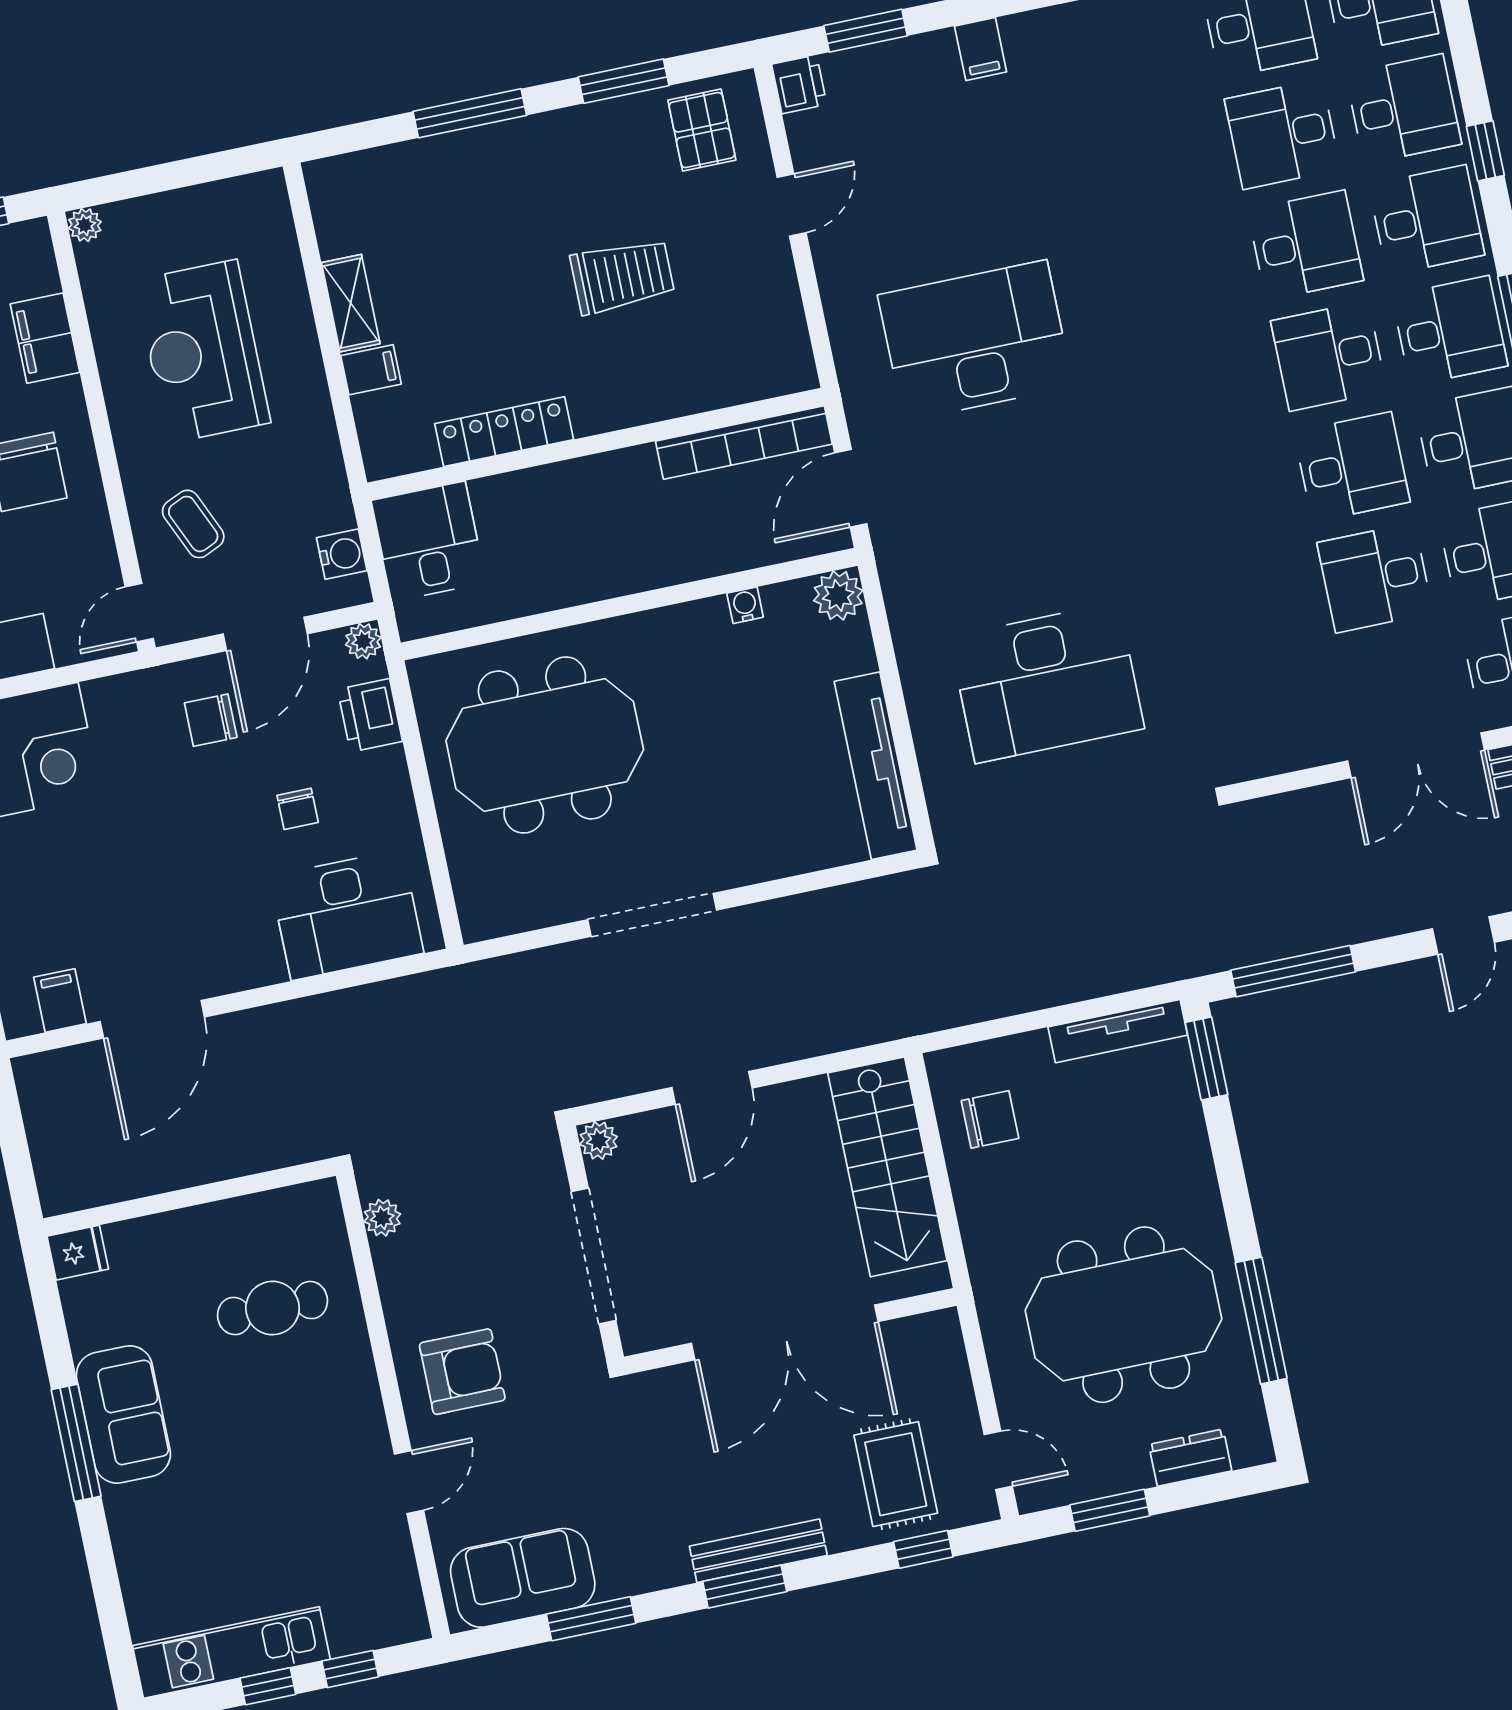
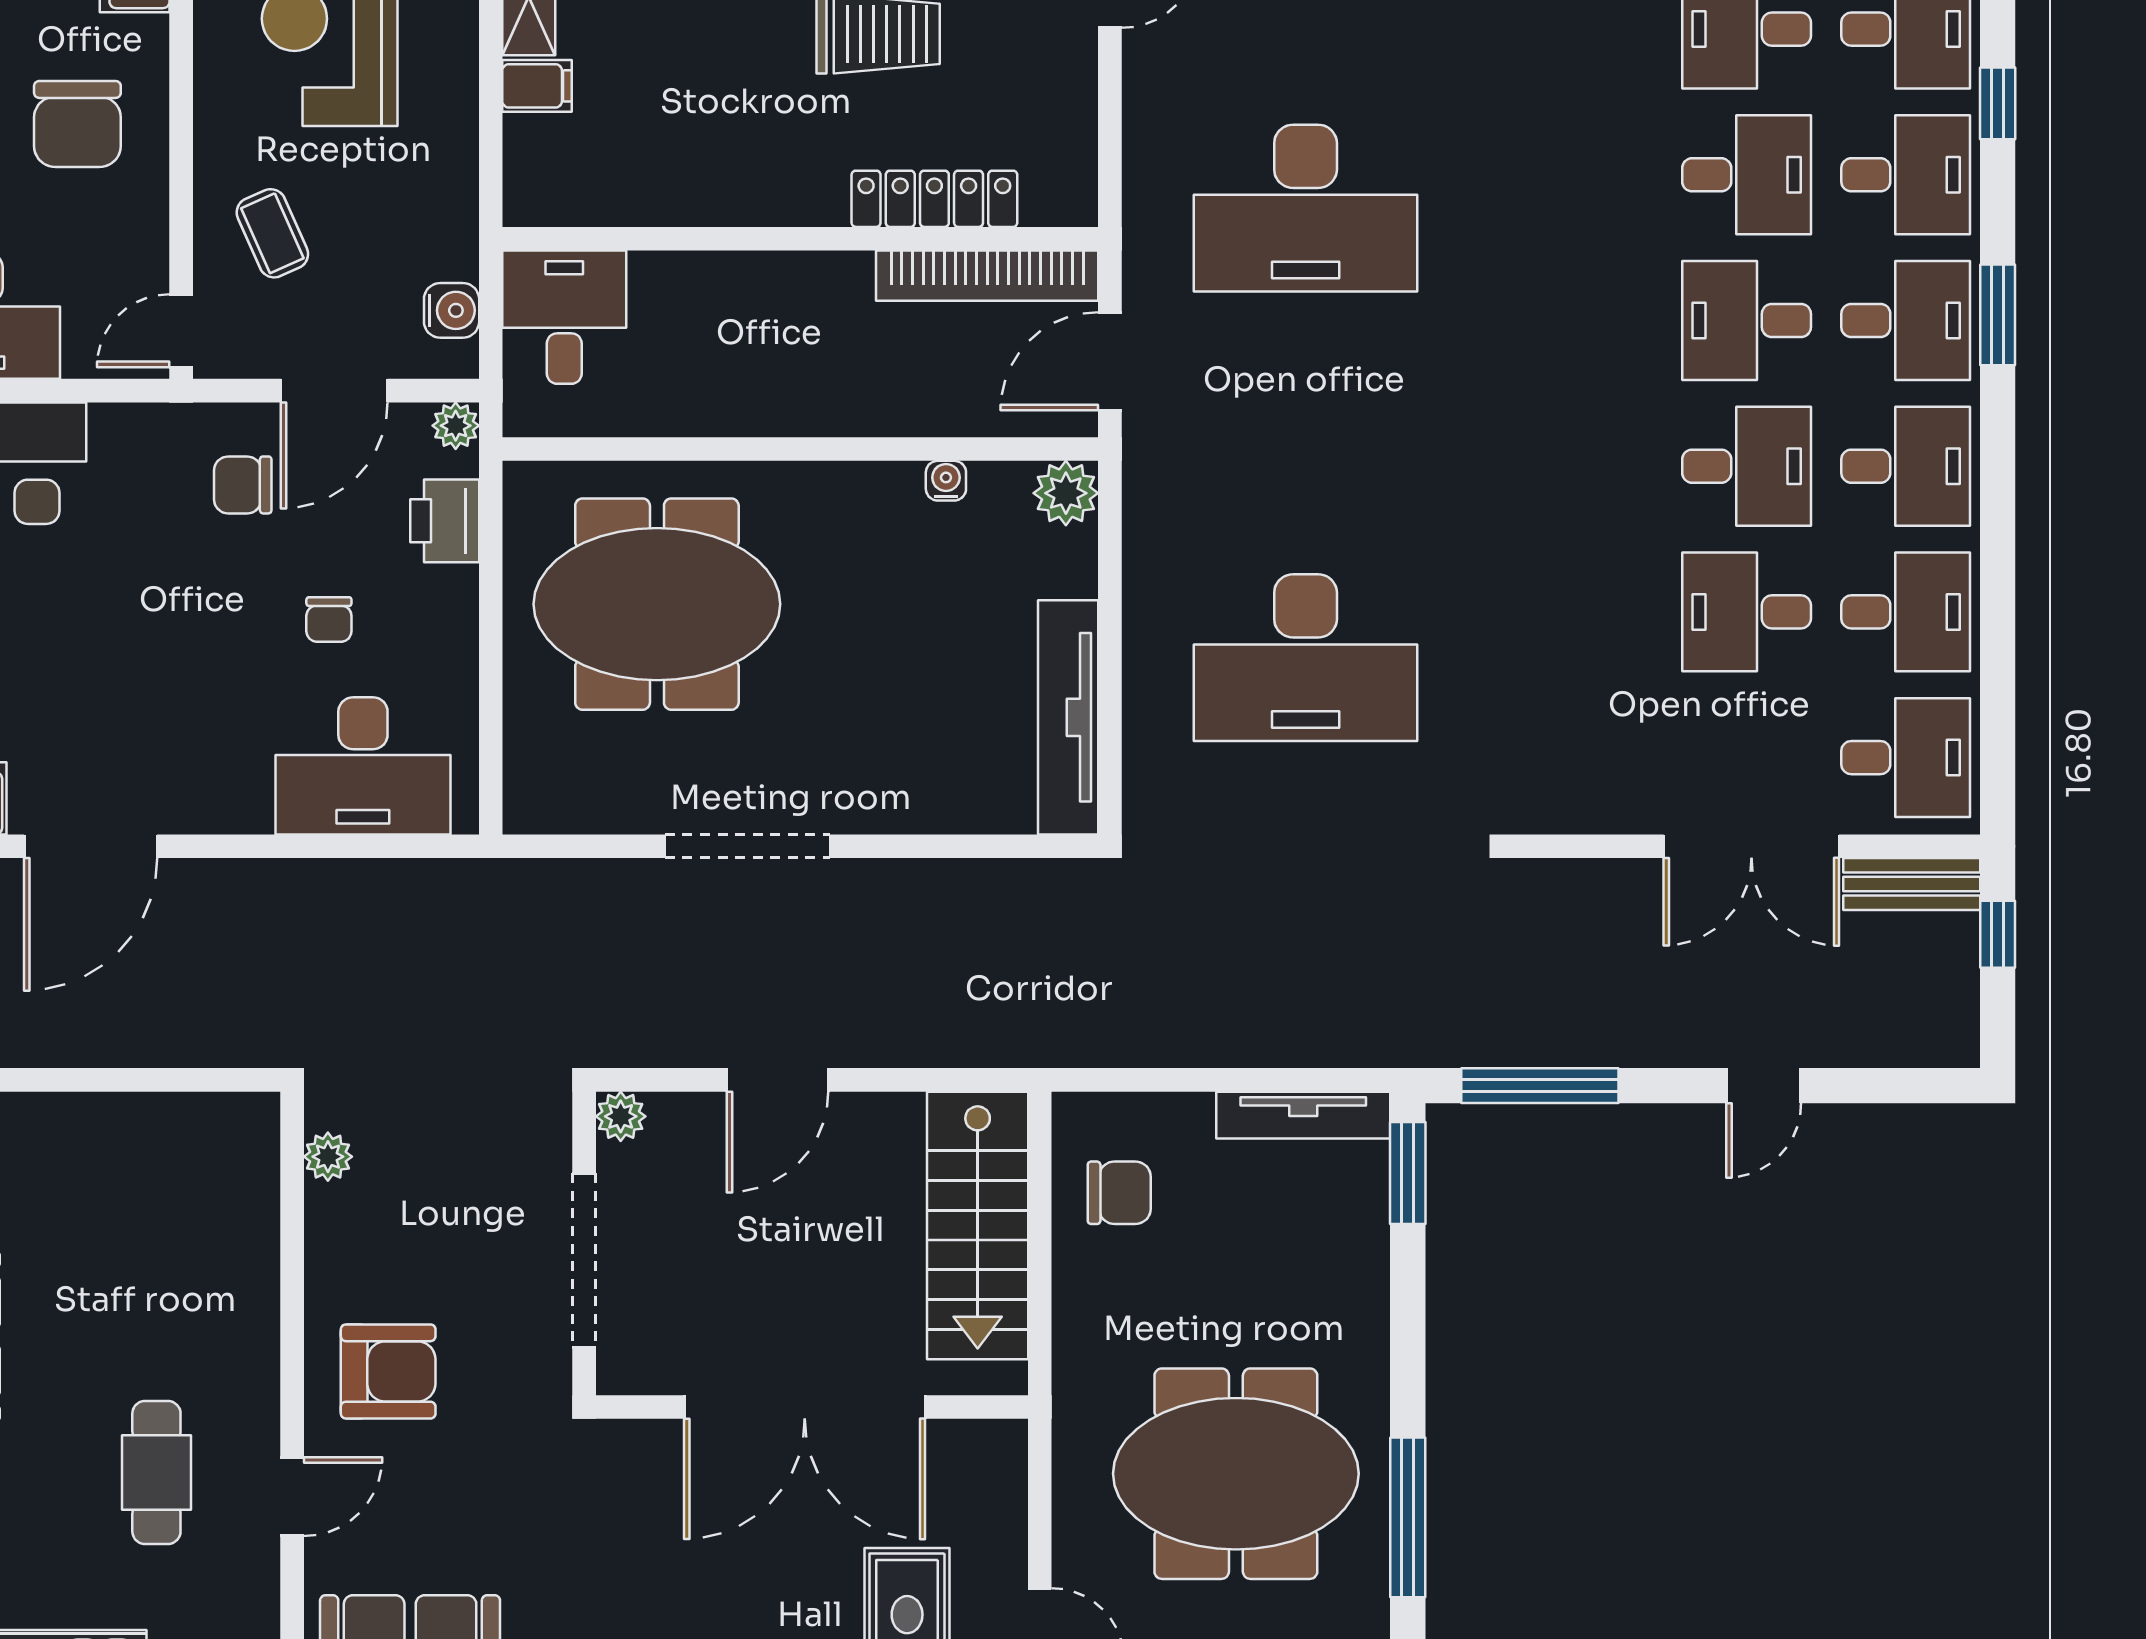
desk: (975, 341) -> (1306, 208), turned 180
locker: (504, 432) -> (934, 199), moved
cafe table: (273, 1308) -> (156, 1472), moved, turned 90

